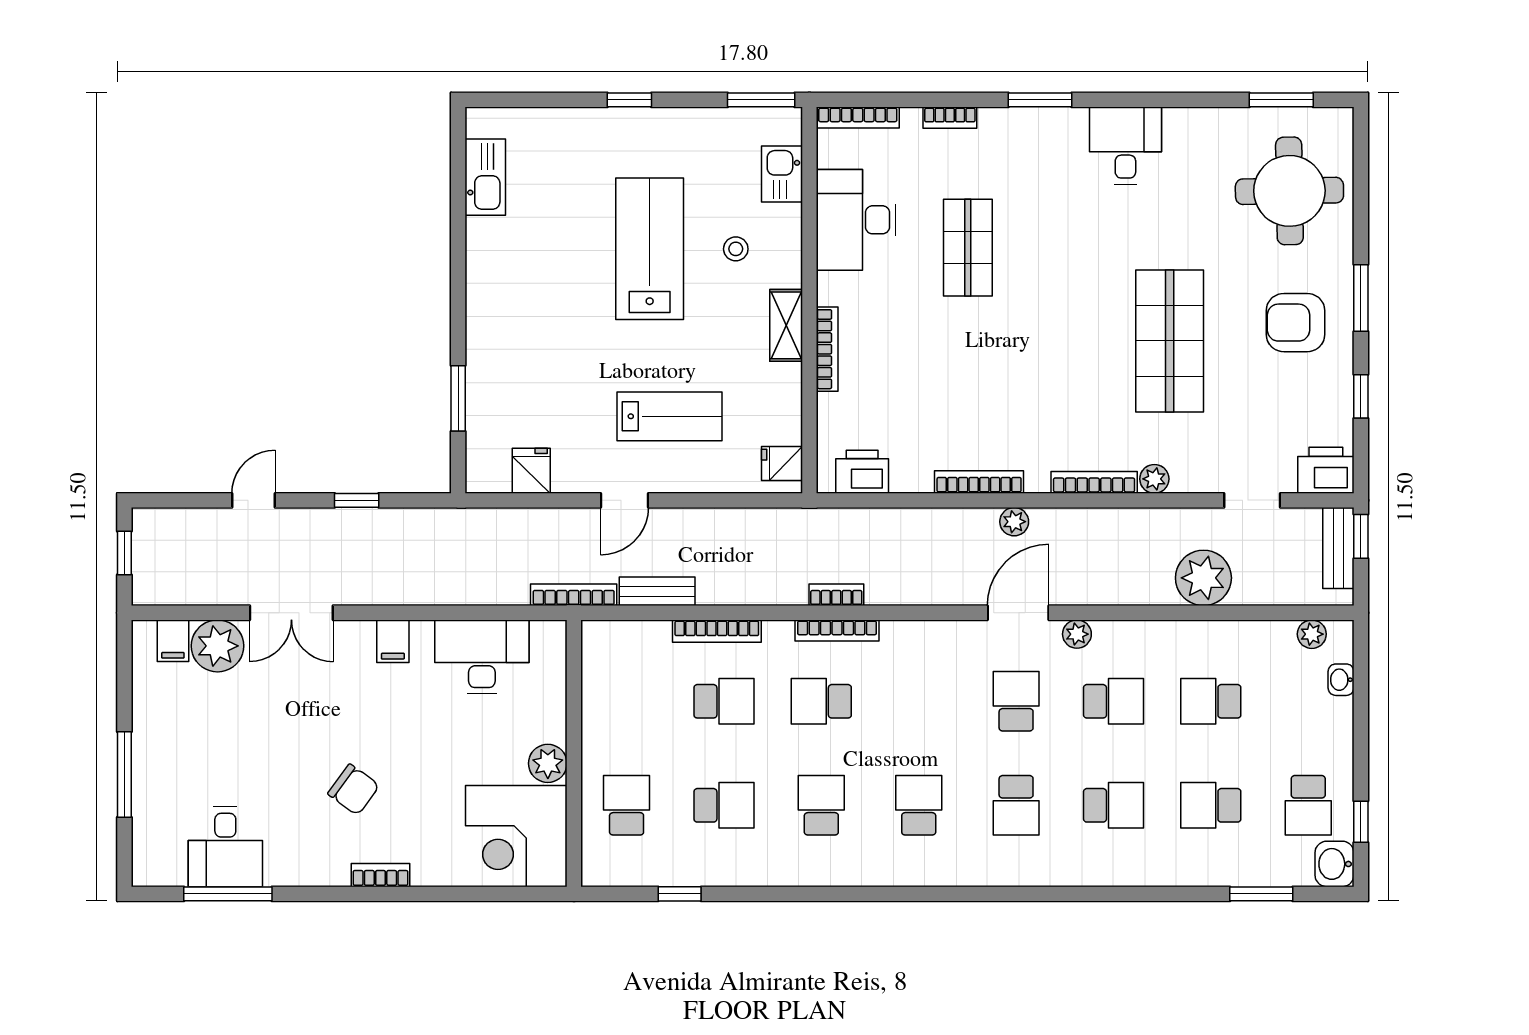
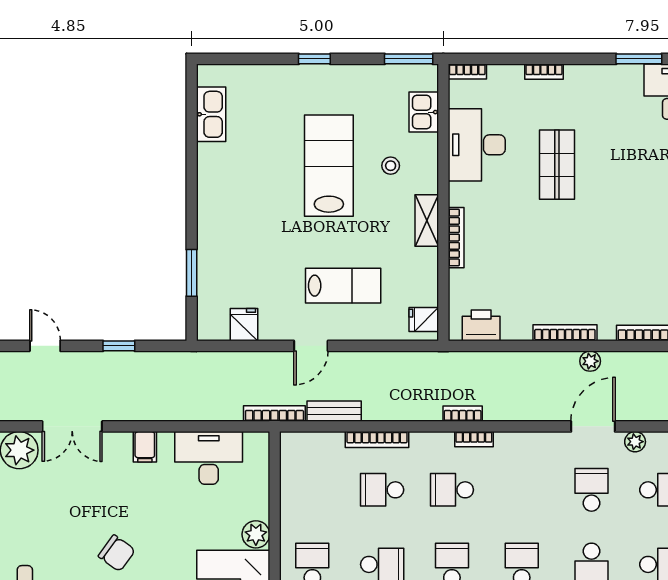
window: (1040, 100) -> (639, 59), moved
bookcase: (858, 118) -> (467, 72), width x0.64
door: (254, 500) -> (45, 346), hinge flipped
bookcase: (837, 630) -> (474, 439), width x0.64
school desk: (724, 701) -> (382, 490), turned 180

